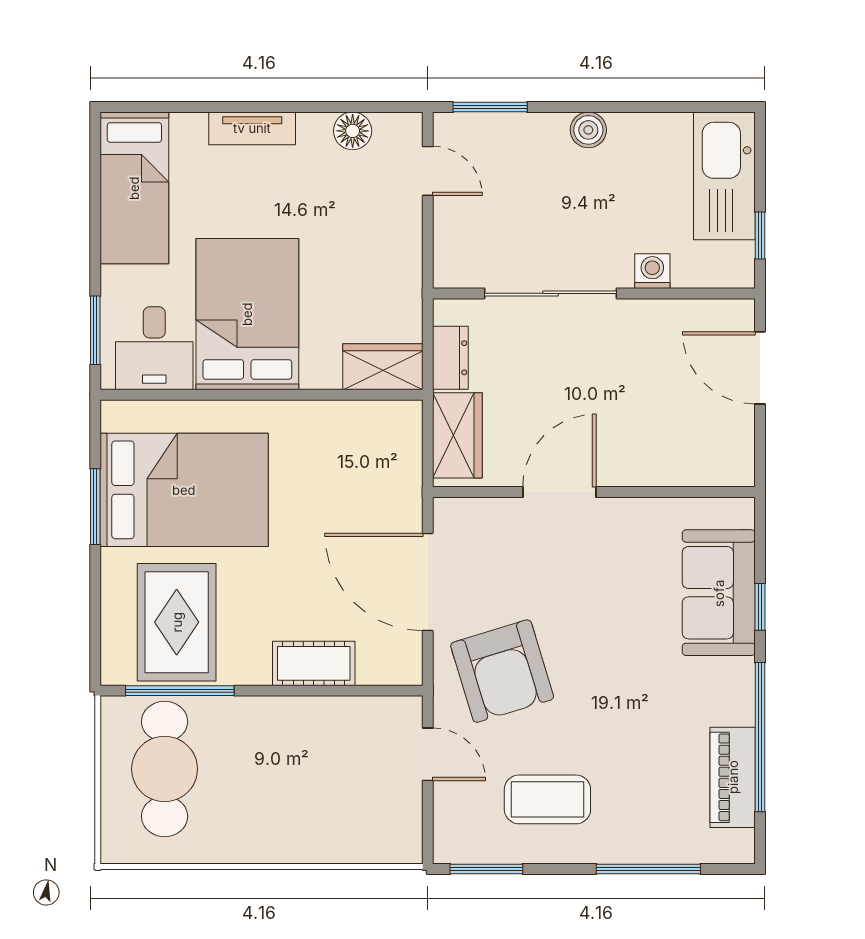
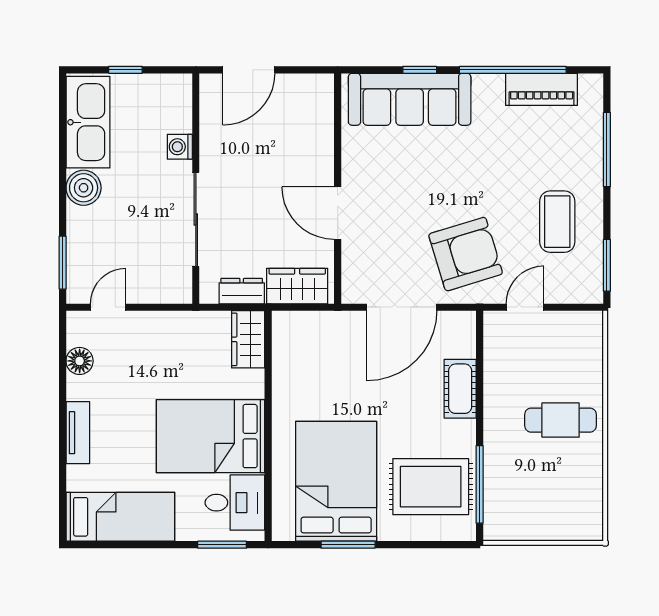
boiler: (588, 130) -> (84, 188), width x1.36, depth x1.36
kitchen sink: (724, 176) -> (88, 122), moved, turned -90
window: (760, 236) -> (125, 70), moved
sofa: (719, 593) -> (410, 99), width x1.36
cafe table: (165, 769) -> (561, 420), moved, width x0.73, depth x0.74

